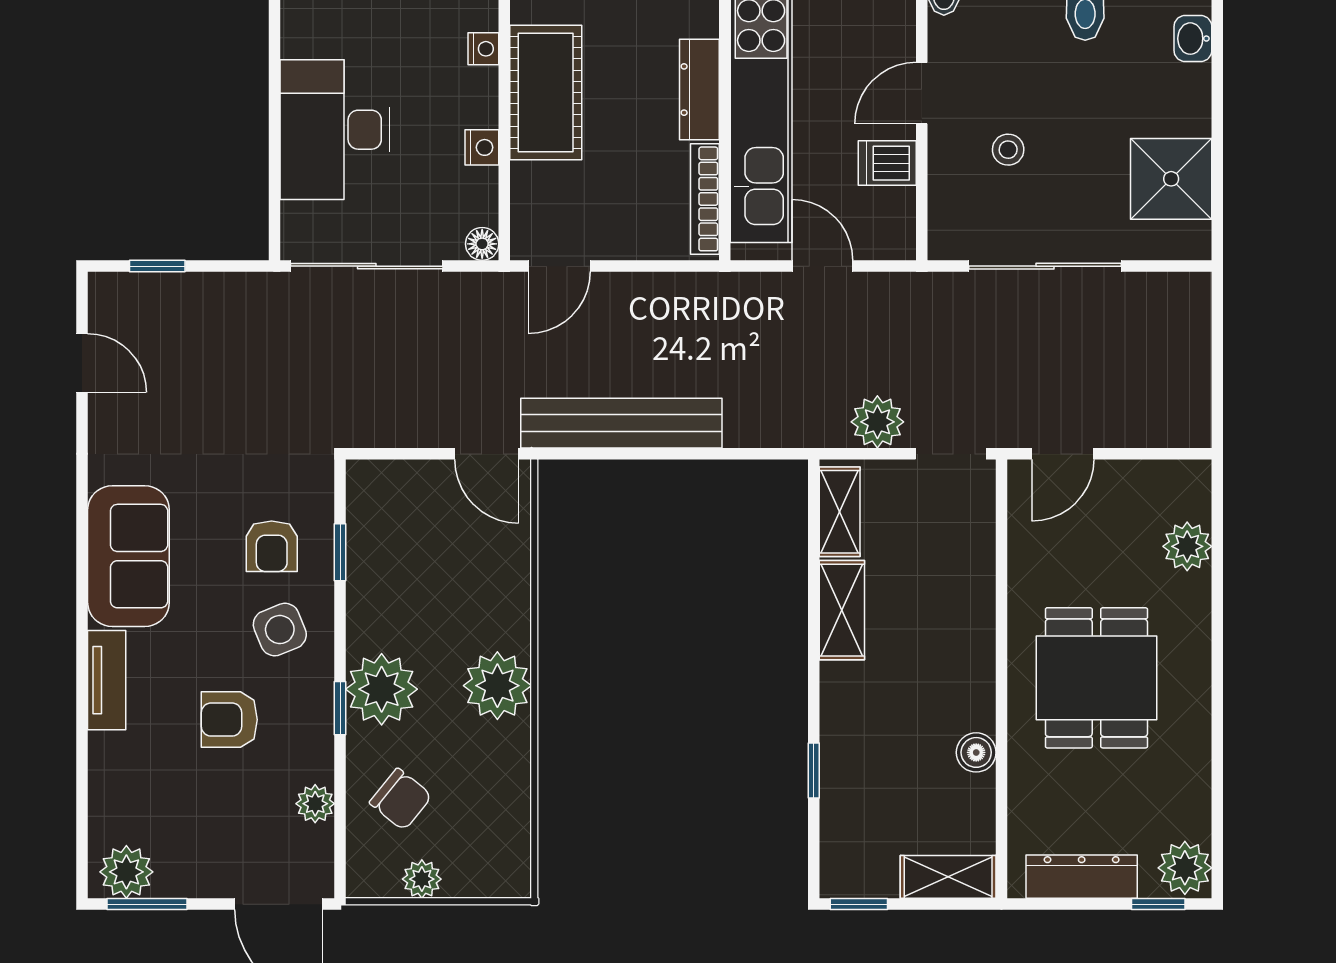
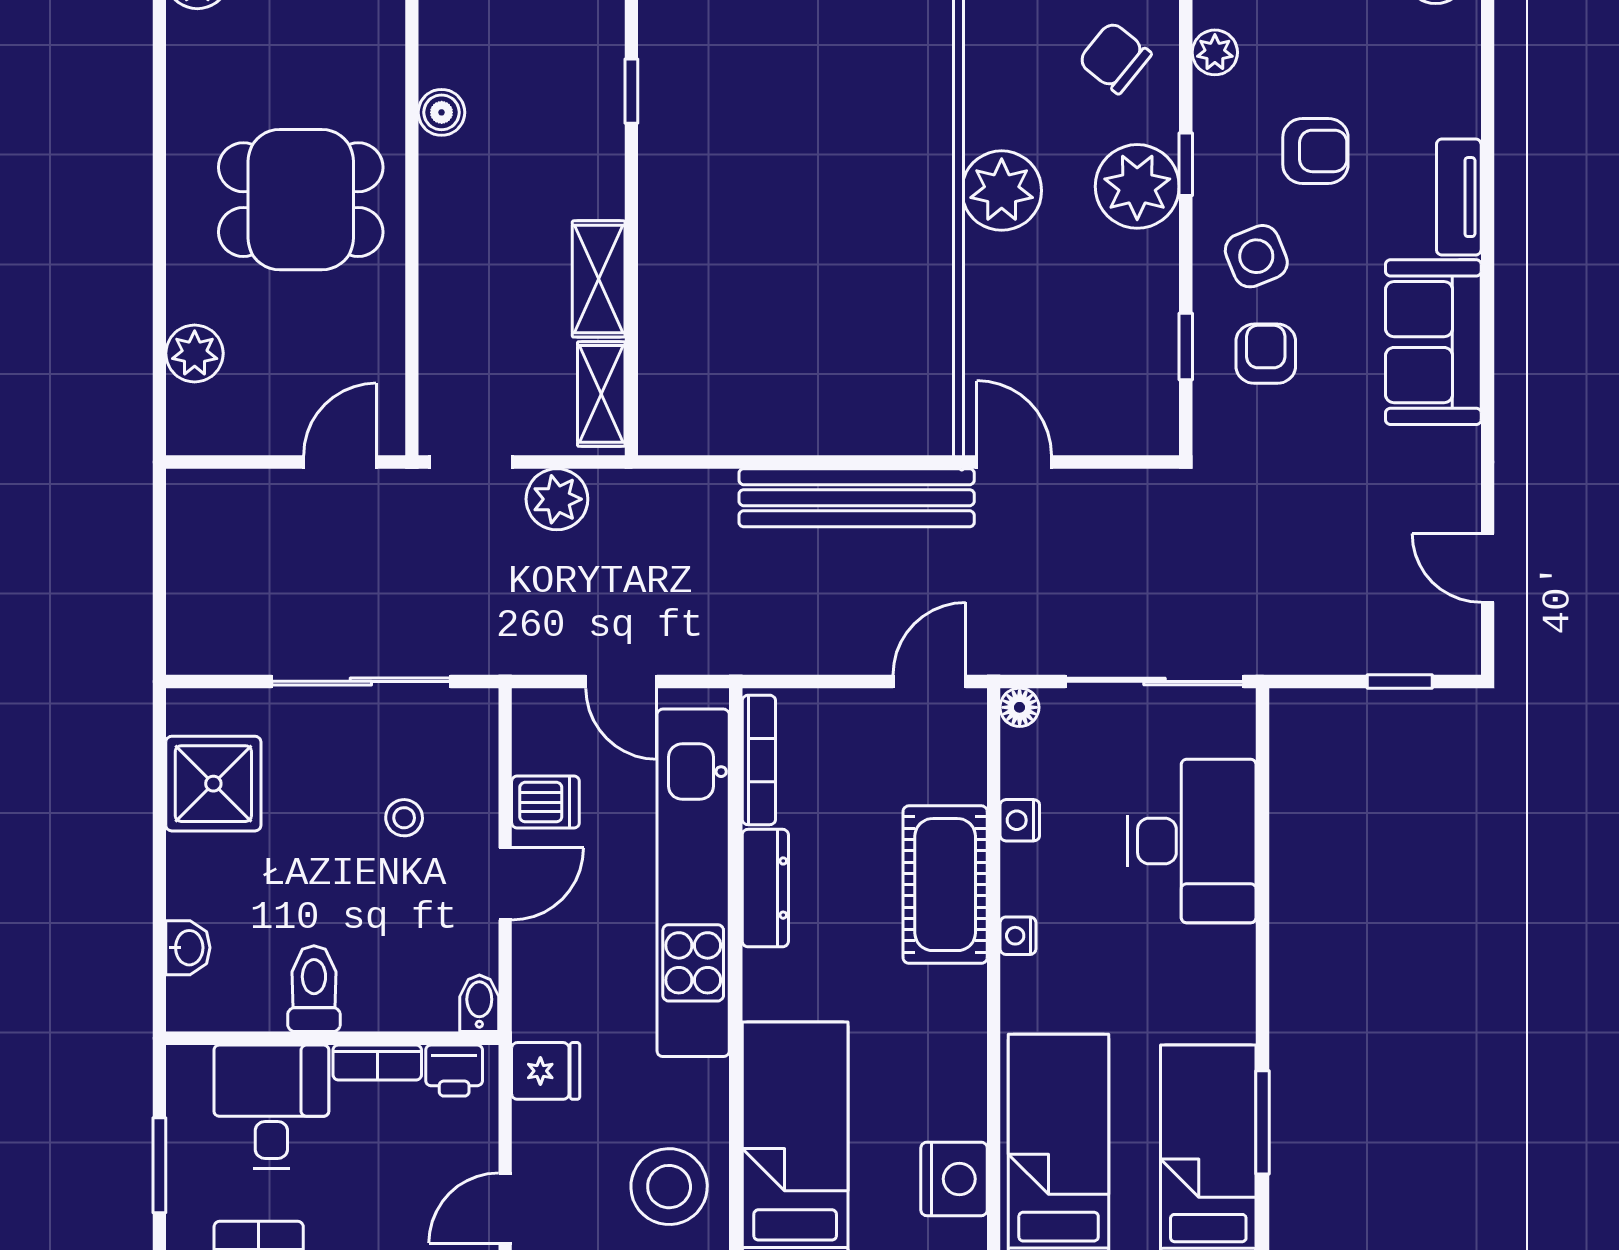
dining table: (1096, 678) -> (301, 200), turned 90

